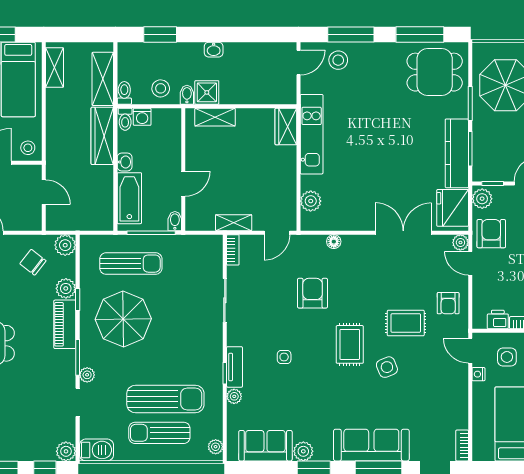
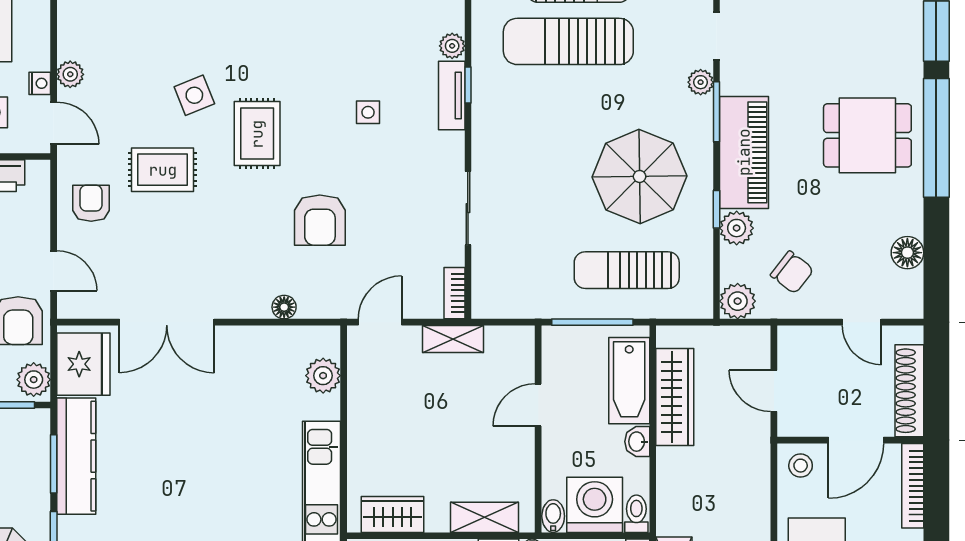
washing machine: (142, 117) -> (595, 505), width x1.89, depth x1.89
wardrobe: (286, 127) -> (393, 514), moved, turned -90
wardrobe: (102, 136) -> (675, 397), moved
bidet: (175, 221) -> (553, 516), moved, turned 180
plant: (460, 242) -> (70, 74), moved
piano: (65, 324) -> (744, 152), width x1.37, depth x1.33

